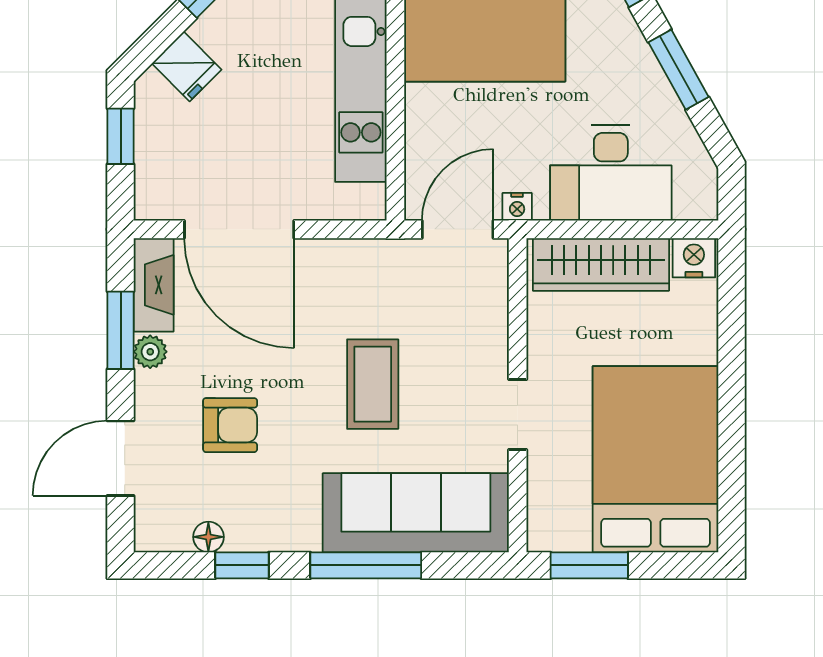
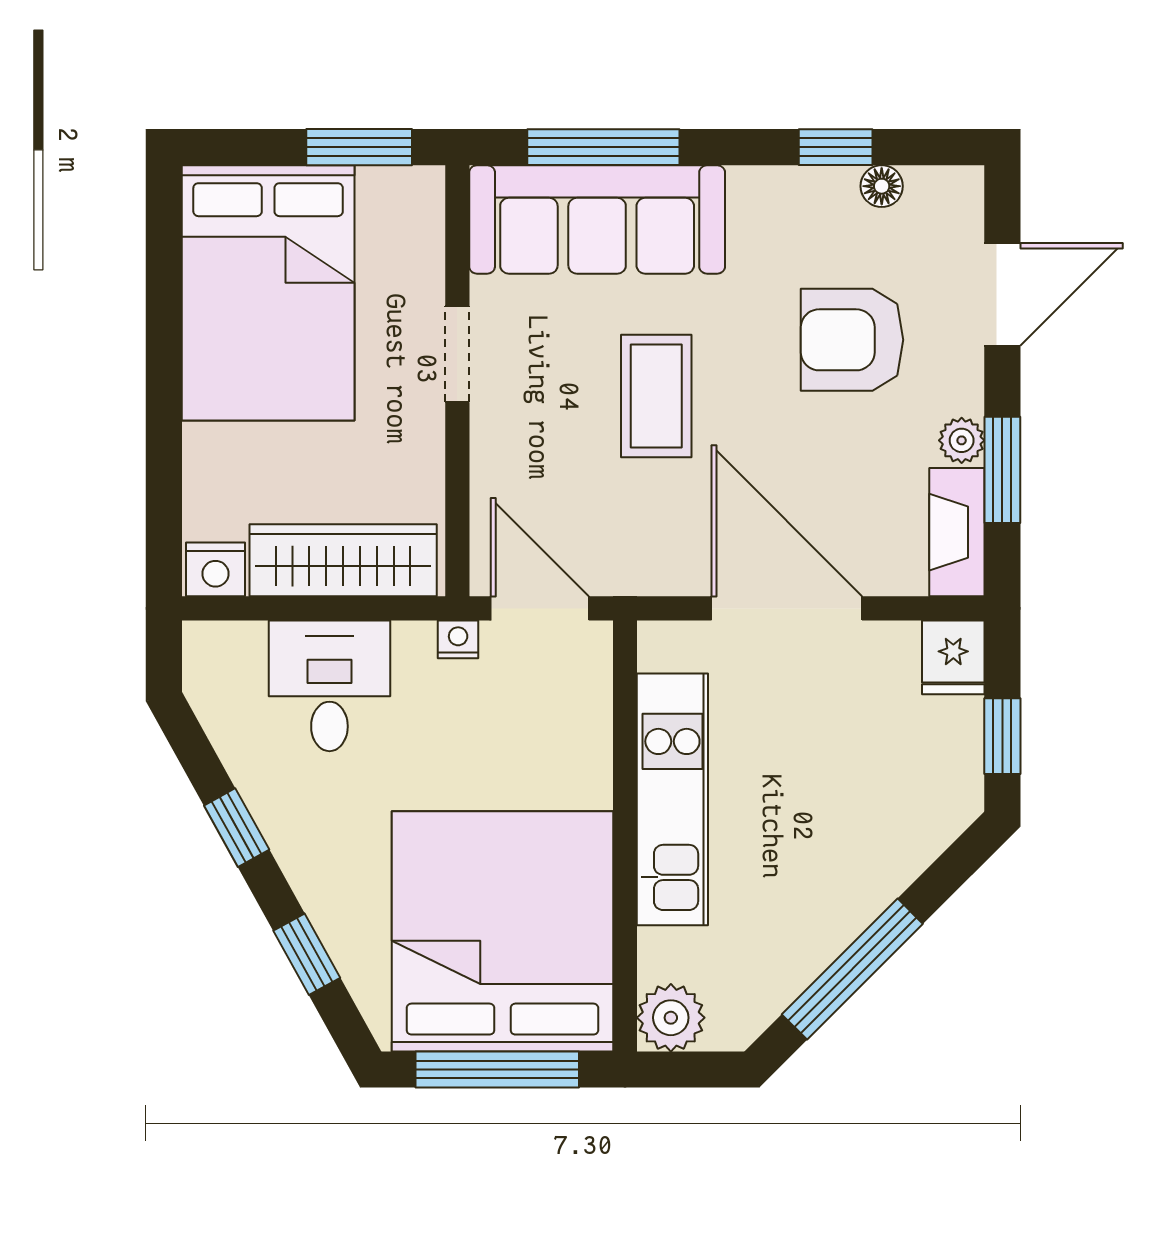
fridge: (187, 66) -> (953, 657), moved, turned -135
window: (679, 70) -> (237, 828), width x0.67
desk: (611, 173) -> (329, 686), width x0.73
door: (239, 229) -> (787, 608), moved
door: (458, 229) -> (540, 608), swing flipped
armchair: (230, 425) -> (852, 340), width x1.38, depth x1.38
window: (366, 565) -> (603, 147), moved

